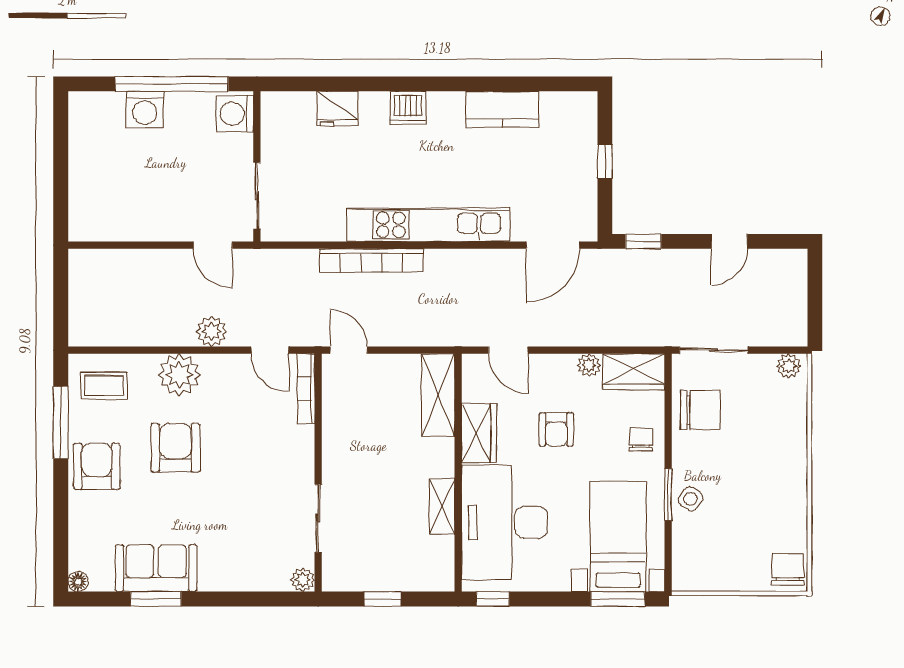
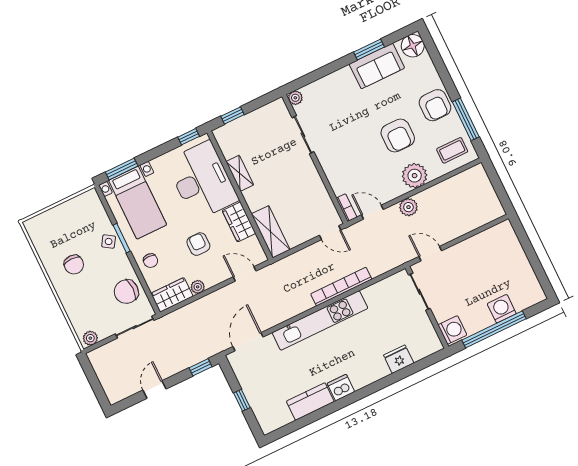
dishwasher: (408, 108) -> (341, 388), moved
bookcase: (306, 389) -> (346, 208), width x0.64
chair: (788, 570) -> (74, 265), moved
floor lamp: (78, 582) -> (413, 46), width x1.89, depth x1.89
window: (383, 599) -> (232, 115), moved

